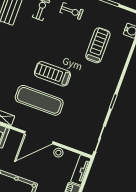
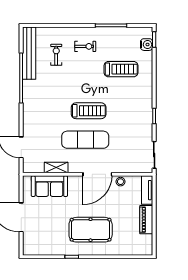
treadmill: (98, 45) -> (121, 69), turned 90
treadmill: (52, 74) -> (89, 111), turned 180

